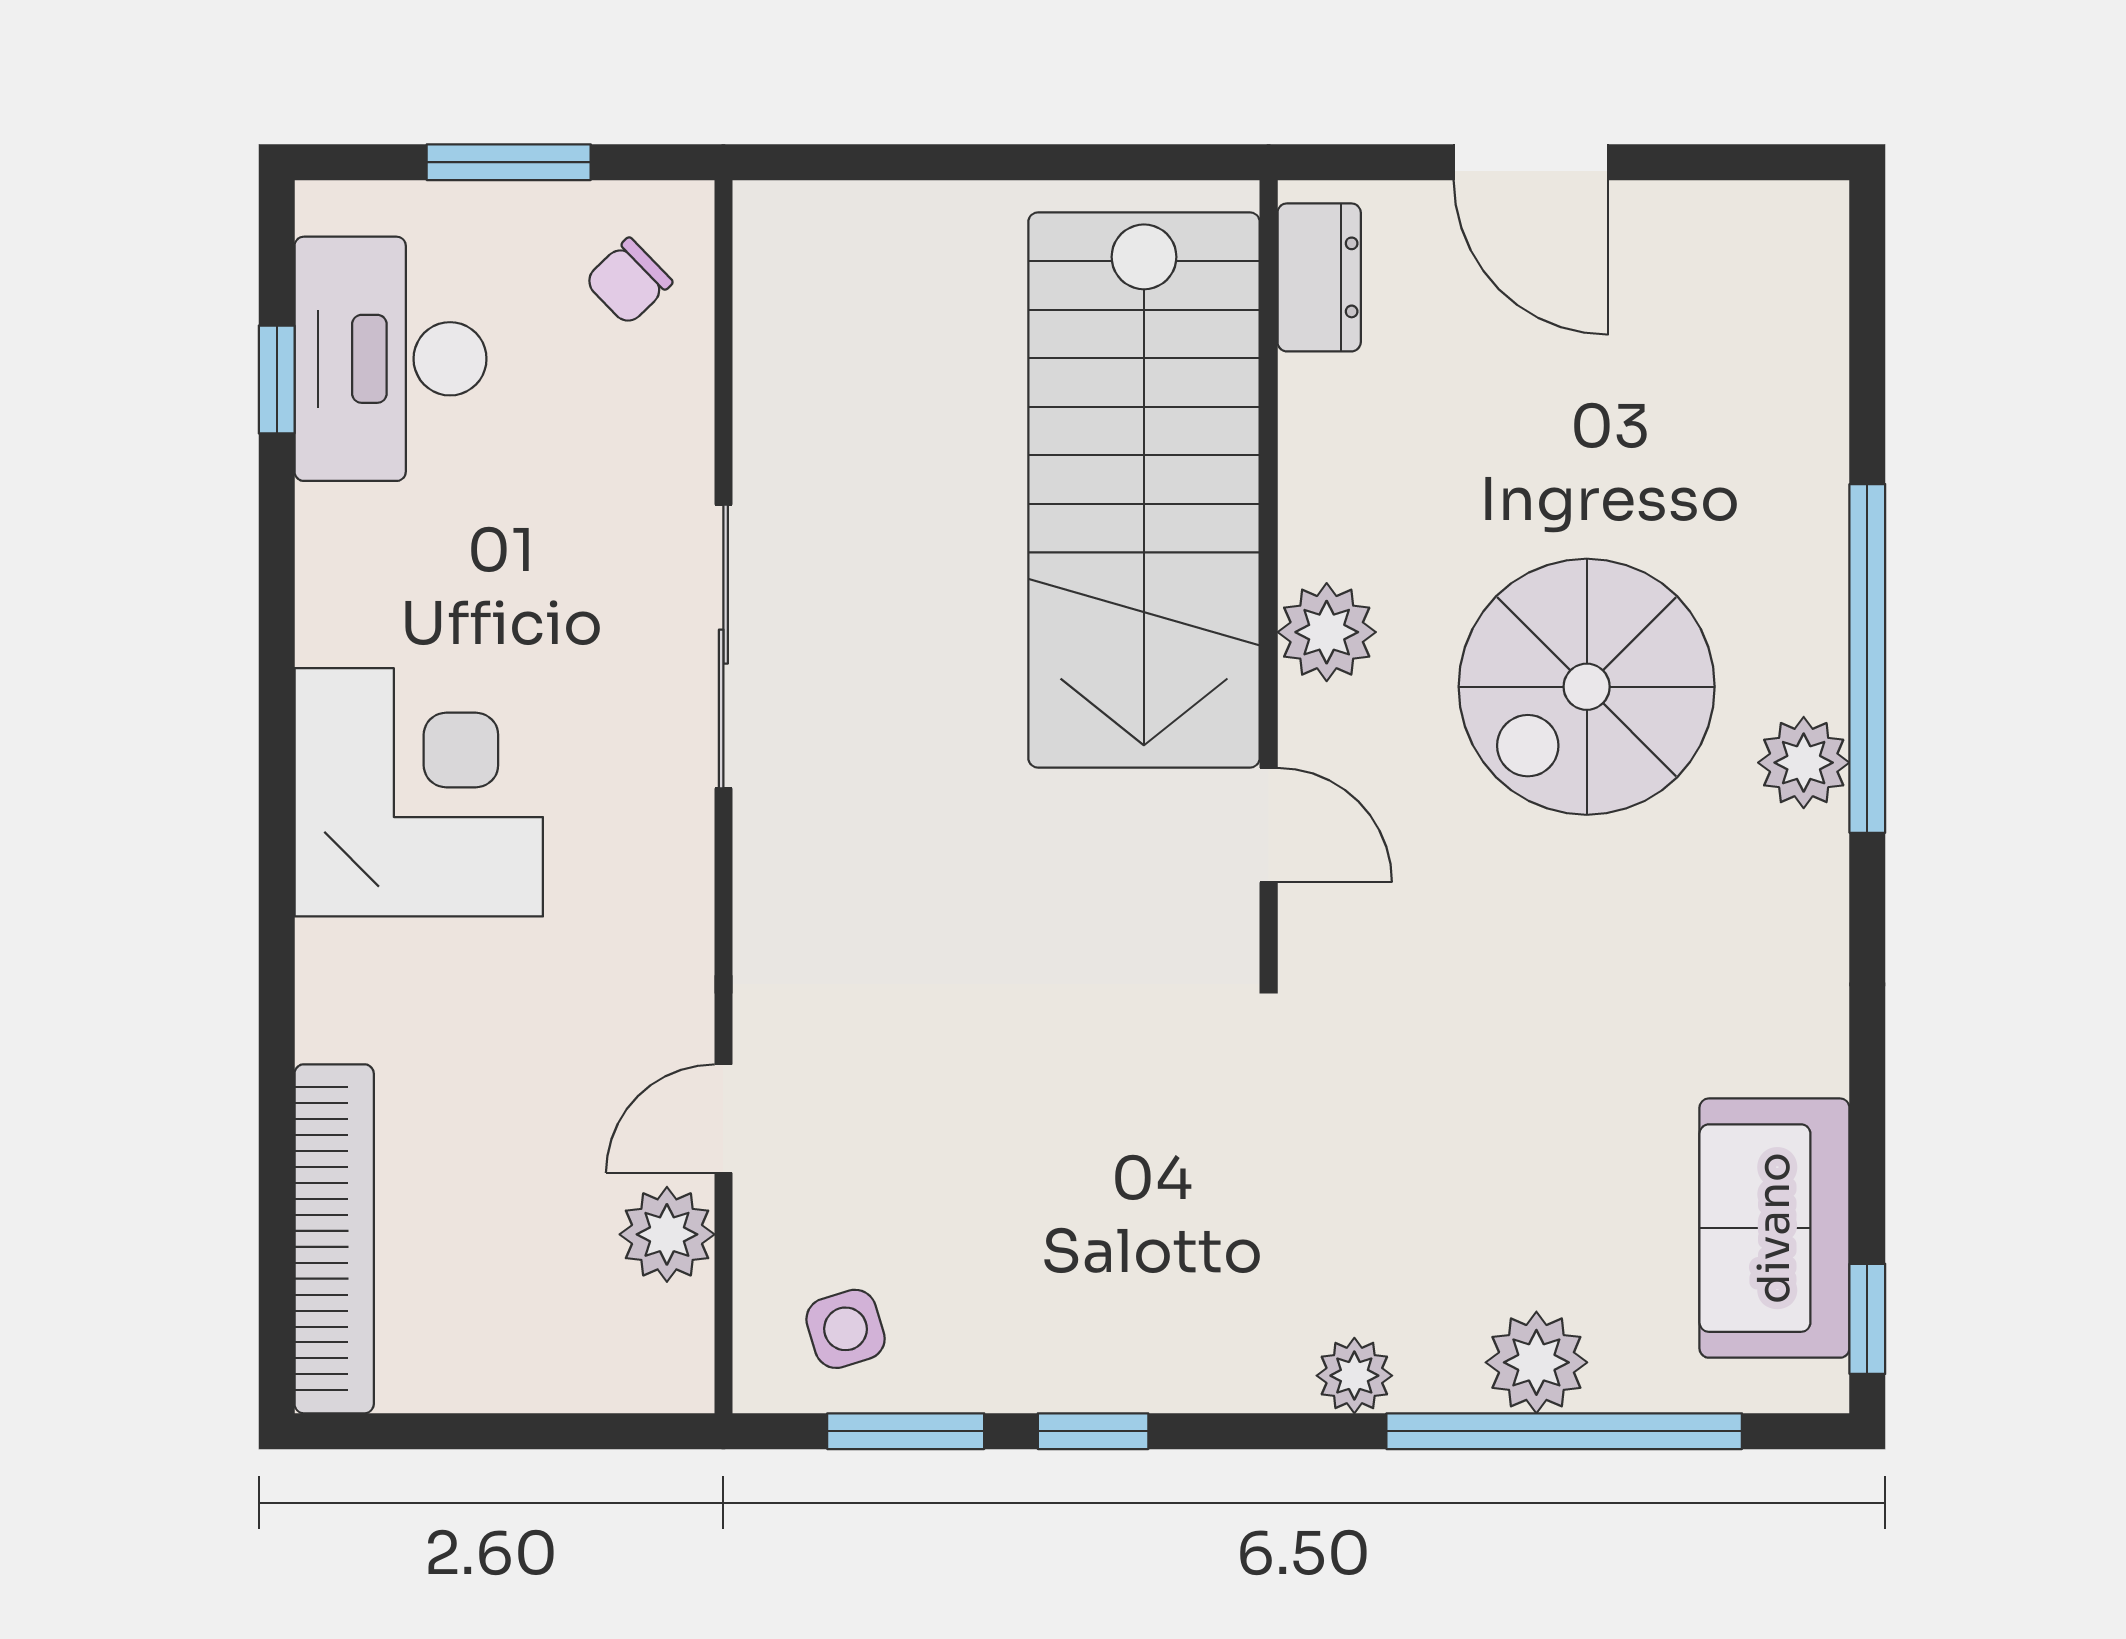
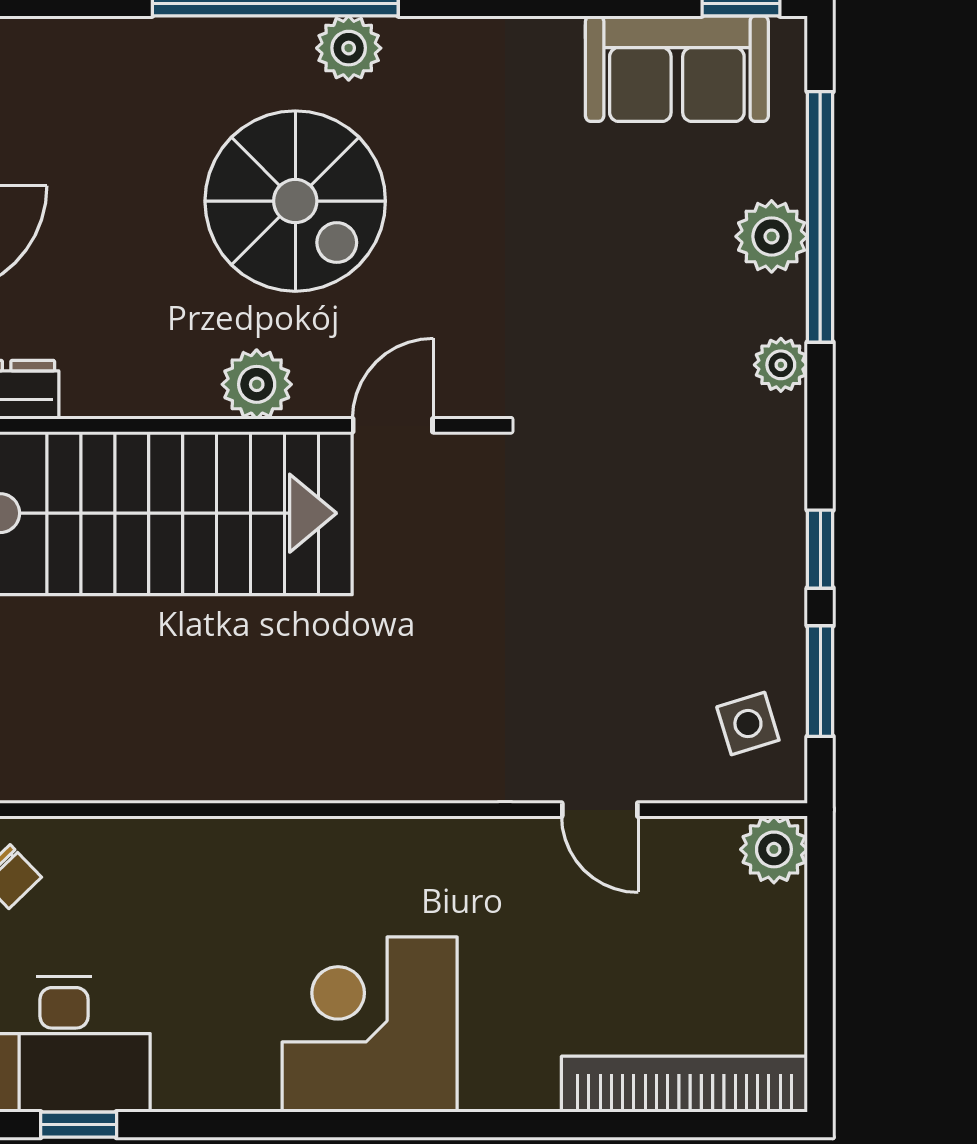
sliding door: (723, 647) -> (267, 810), removed
plant: (667, 1234) -> (774, 849), moved

